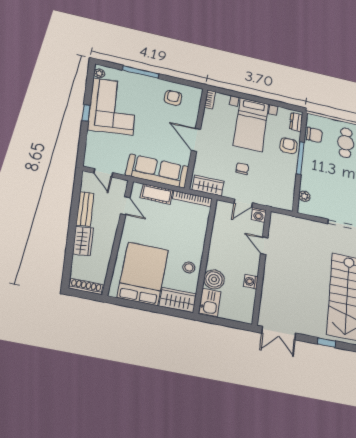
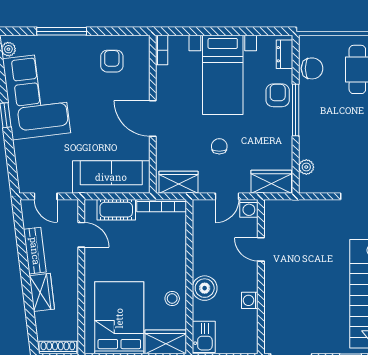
wardrobe: (278, 200) -> (271, 182), added
boiler: (214, 279) -> (205, 288), moved

